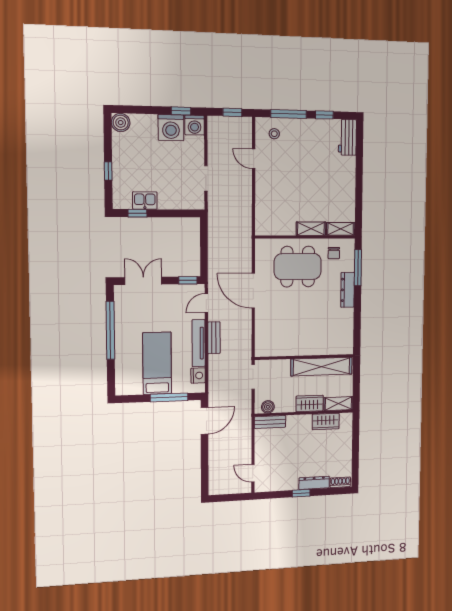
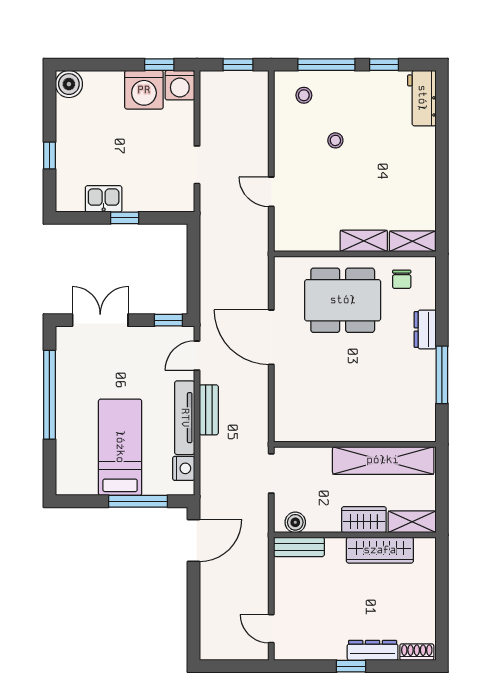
door: (254, 159) -> (271, 192), moved
stool: (294, 164) -> (335, 140), added
window: (137, 213) -> (125, 218), moved
window: (358, 268) -> (442, 375), moved
dresser: (348, 290) -> (425, 329), width x0.70
wardrobe: (326, 421) -> (380, 550), width x1.50

